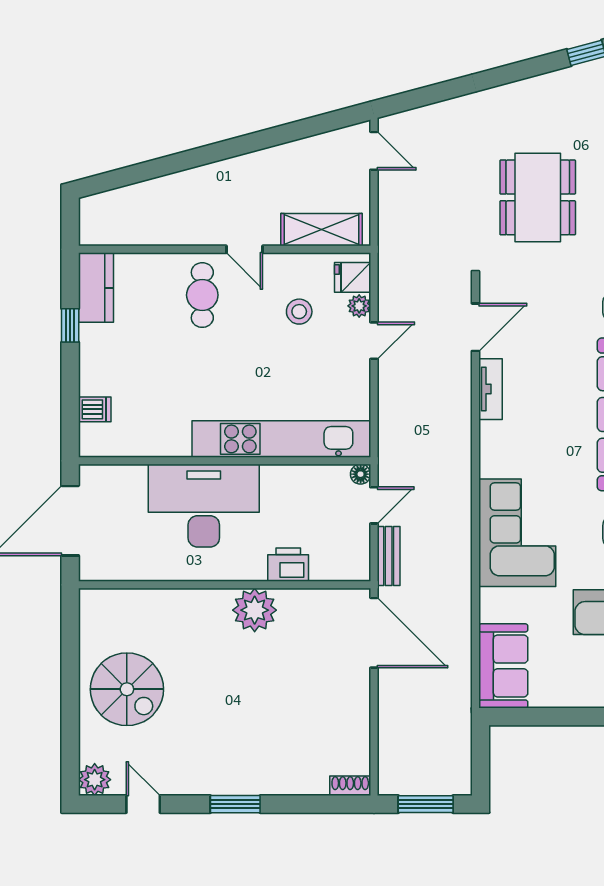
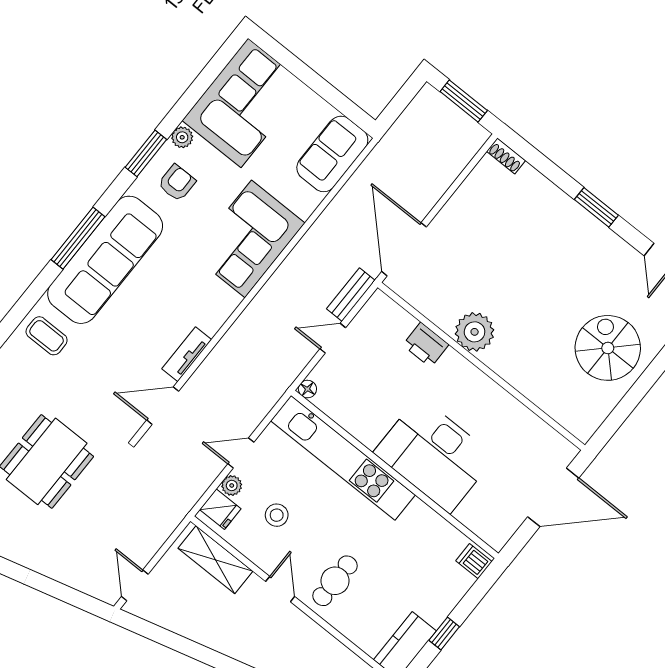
kitchen unit: (281, 439) -> (343, 458), moved
wall: (225, 461) -> (395, 474), moved
floor lamp: (361, 474) -> (307, 389), moved
desk: (204, 506) -> (434, 455), moved

